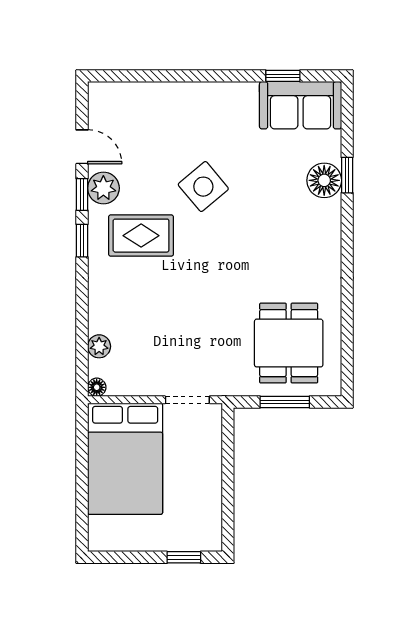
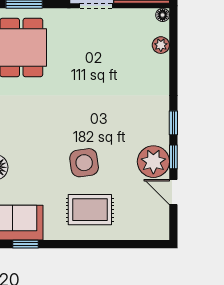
side table: (203, 187) -> (84, 163), turned 32
plant: (103, 188) -> (153, 162), width x1.36, depth x1.36
rug: (141, 236) -> (90, 210), moved

